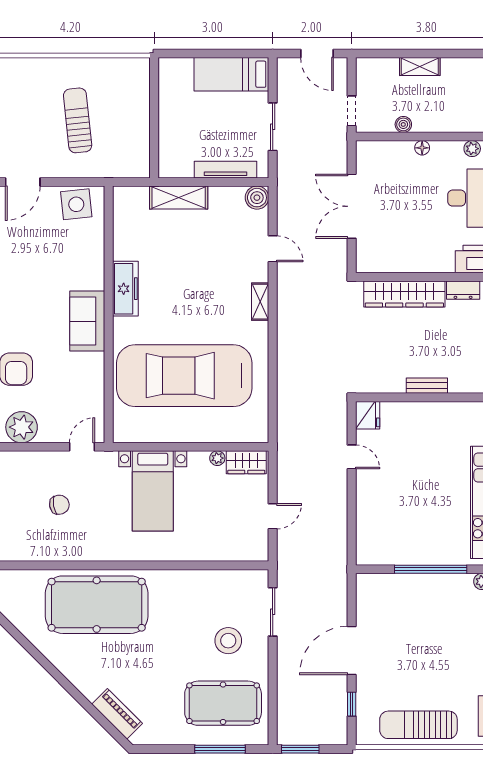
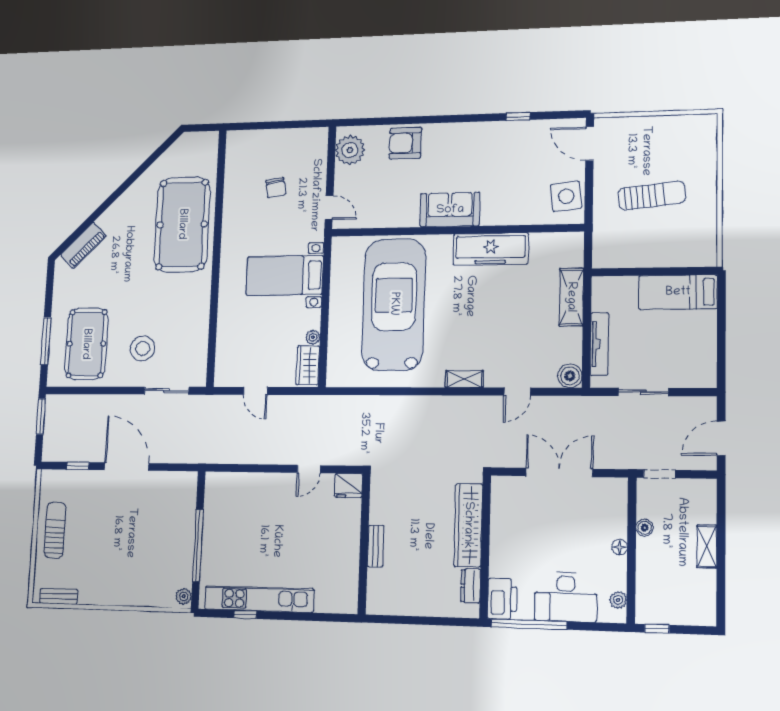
bed: (231, 74) -> (678, 292), moved, turned -90
freezer: (125, 289) -> (491, 249), width x1.36, depth x1.26
sun lounger: (418, 725) -> (55, 530), width x0.73, depth x0.75

